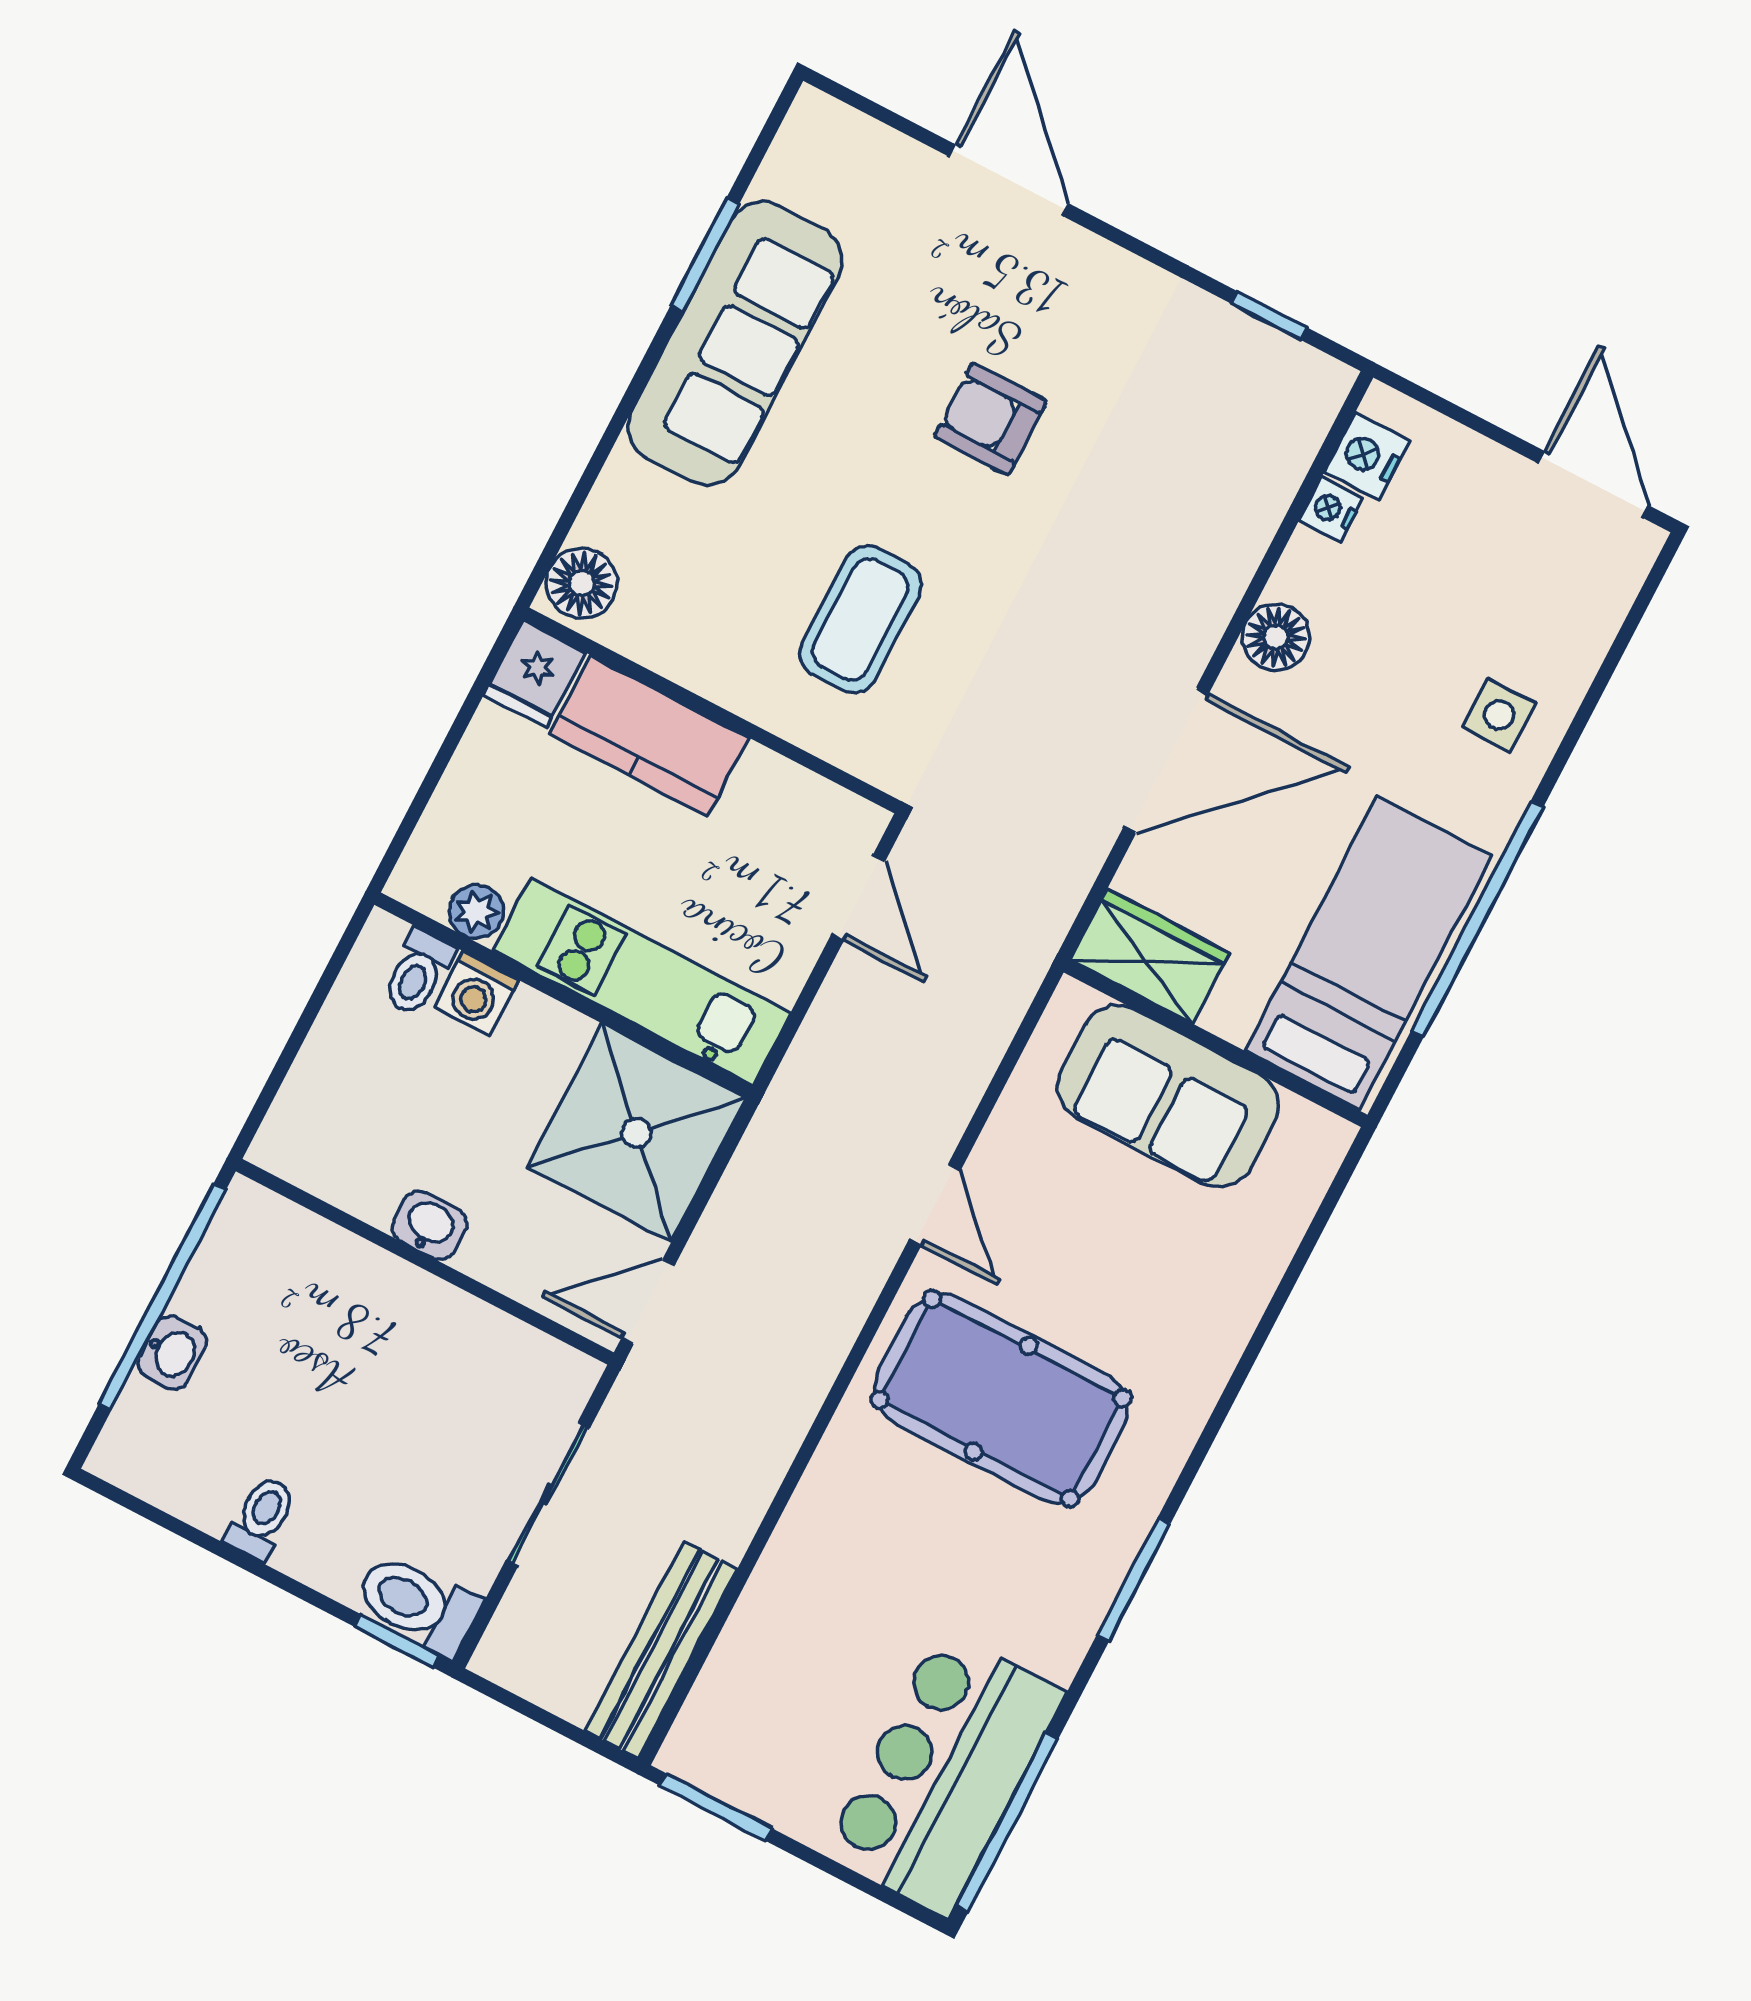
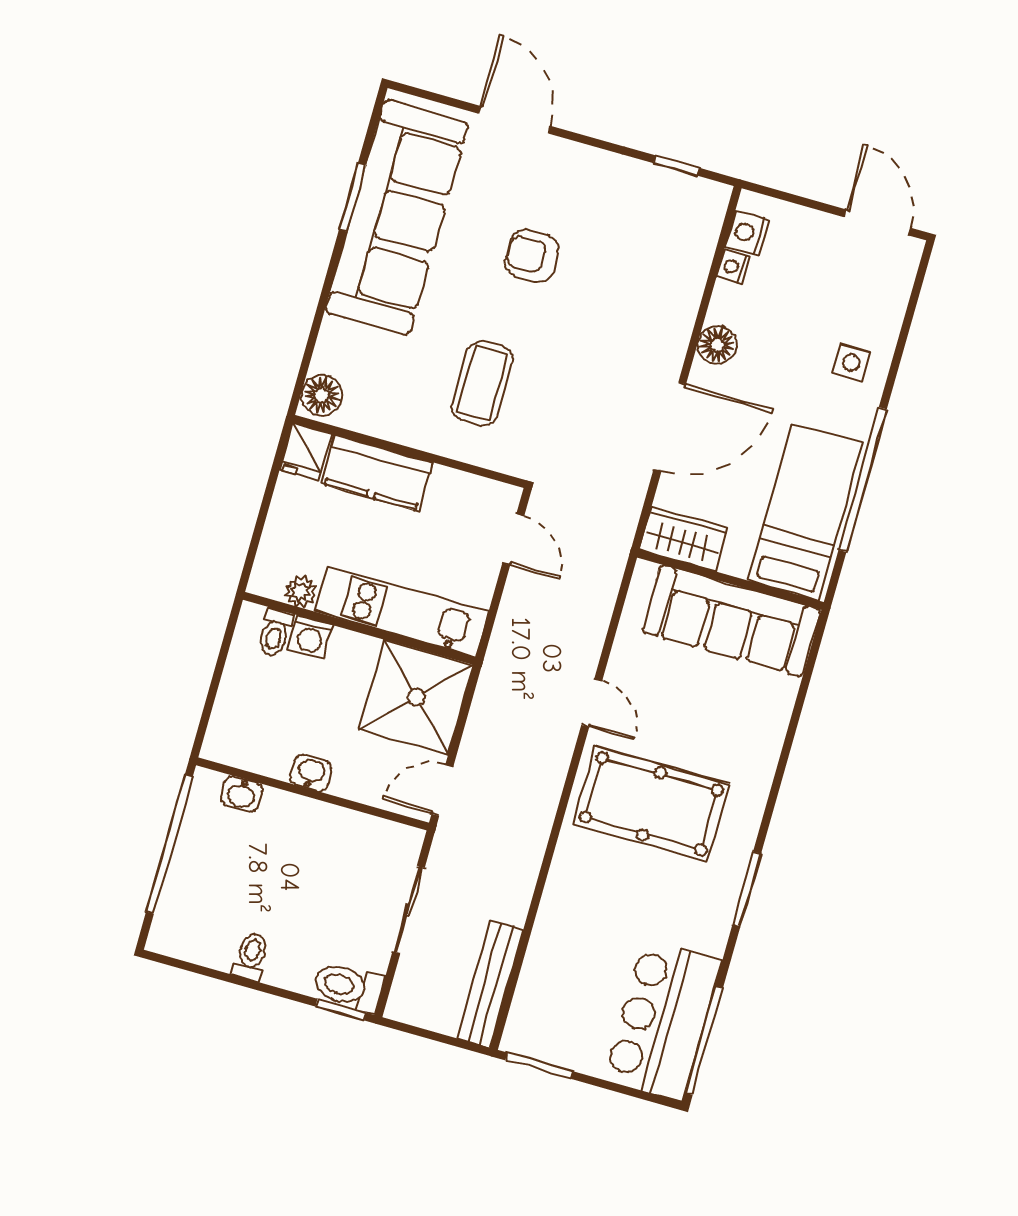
sofa: (735, 343) -> (397, 217), width x1.36, depth x1.27
sofa: (1168, 1096) -> (731, 621), width x1.36
washbasin: (172, 1353) -> (242, 794), moved, turned 90

